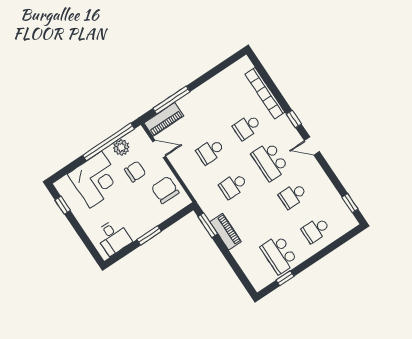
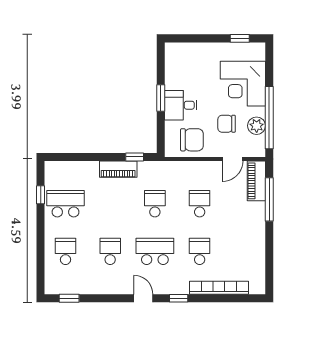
door: (312, 146) -> (143, 298), hinge flipped
chair: (135, 172) -> (227, 124), turned 90
window: (208, 225) -> (135, 157), width x0.67
desk: (113, 237) -> (181, 105), moved

